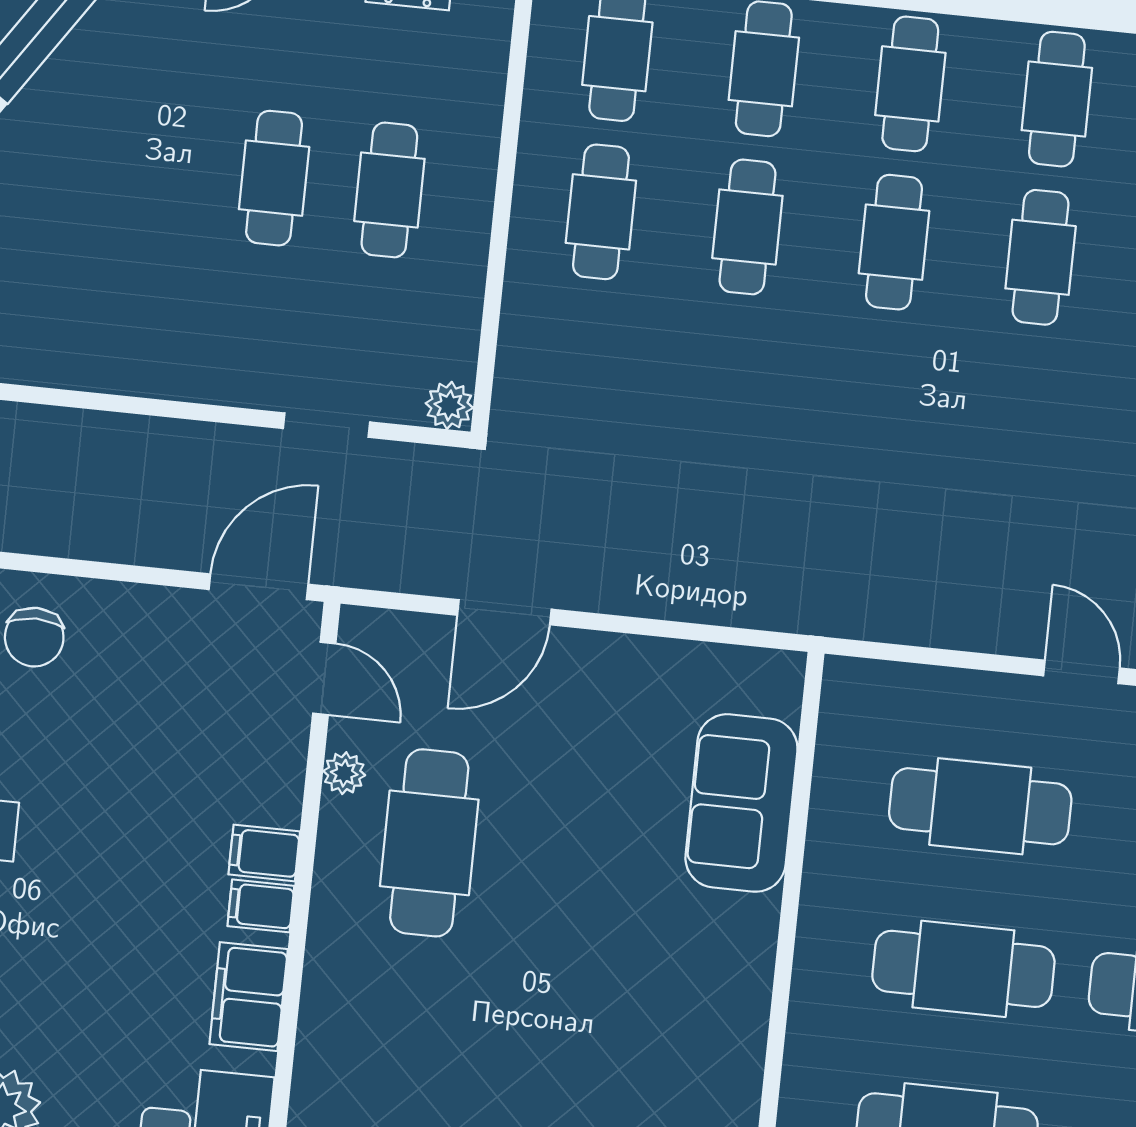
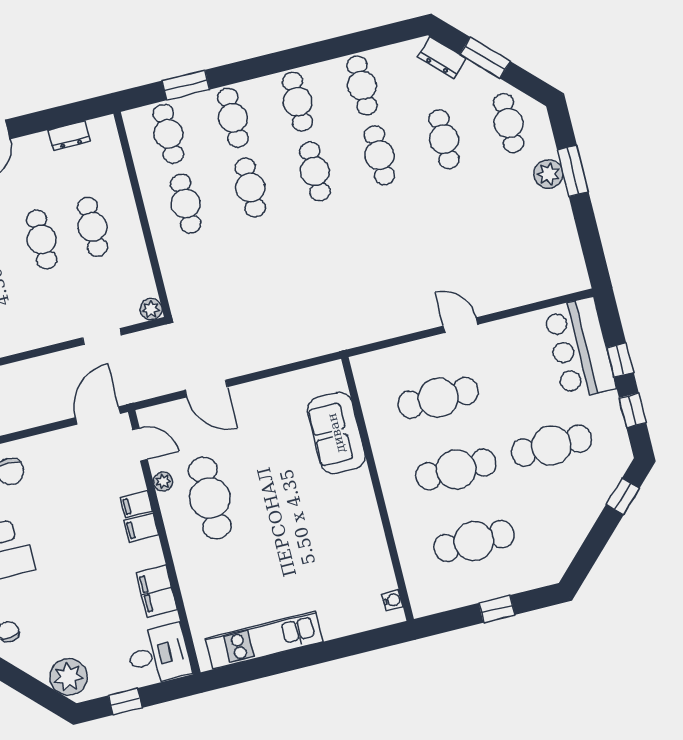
door: (504, 612) -> (206, 388), hinge flipped
filing cabinet: (261, 906) -> (136, 504), moved

